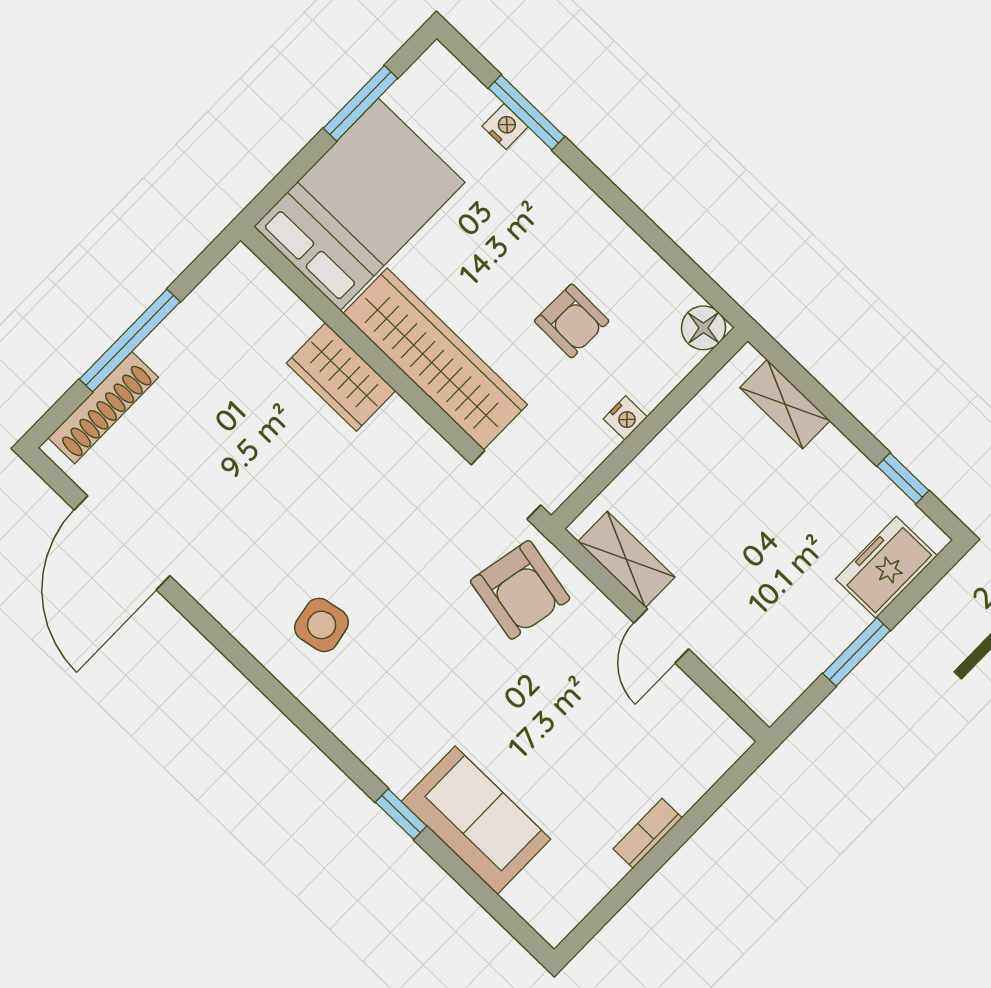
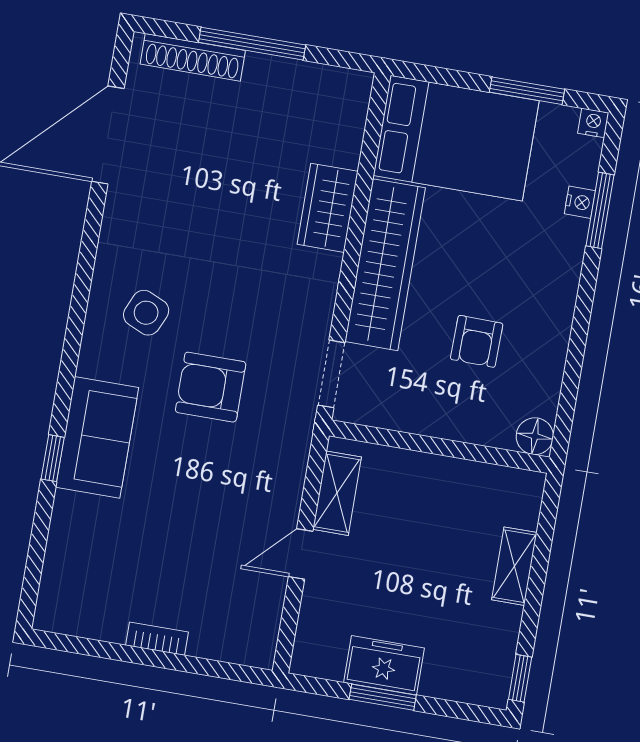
shelving: (785, 404) -> (514, 566), moved
nightstand: (625, 418) -> (593, 123), moved, turned 180
window: (903, 478) -> (520, 678), moved
freezer: (886, 567) -> (384, 665), moved
armchair: (520, 590) -> (211, 387), moved, turned 79
side table: (322, 625) -> (146, 313), turned 35
sofa: (476, 820) -> (97, 437), moved

